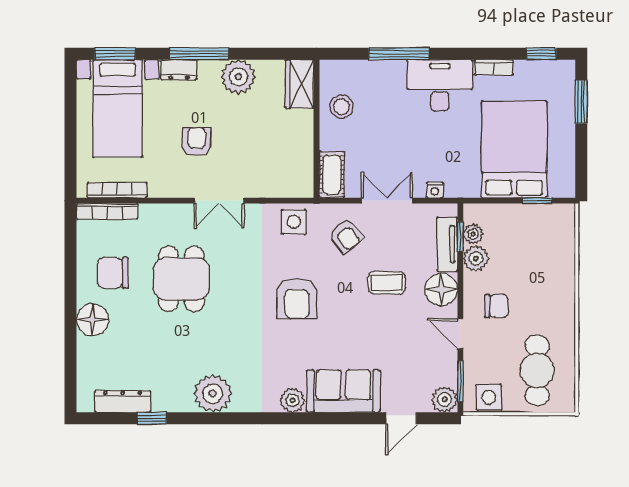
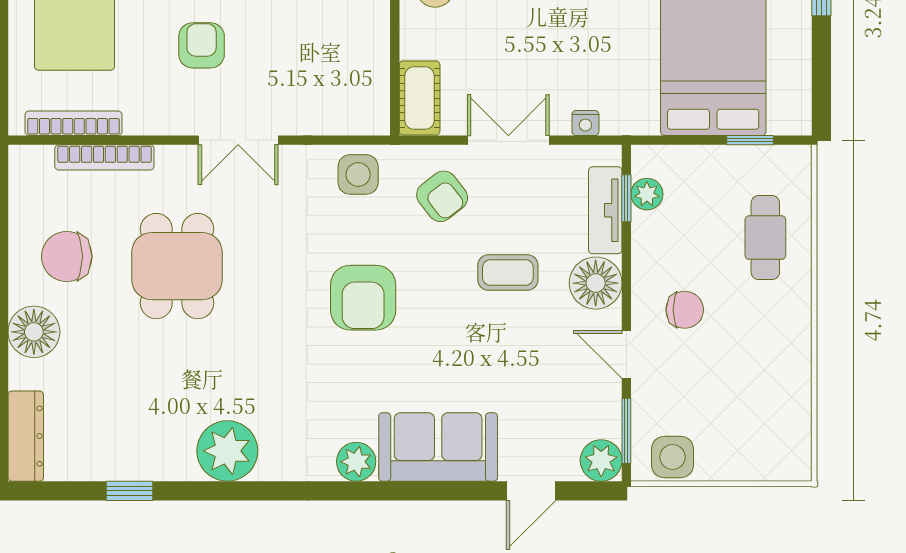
bookcase: (107, 211) -> (104, 157), moved
plant: (476, 258) -> (651, 233), removed
cafe table: (537, 370) -> (765, 238), moved, width x0.73, depth x0.74
dresser: (123, 401) -> (26, 436), moved, turned 90

